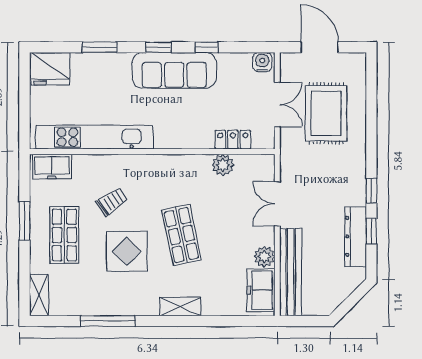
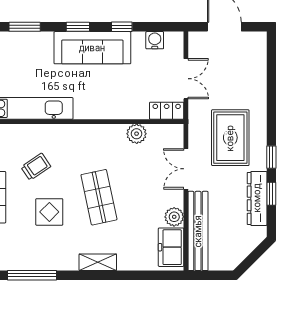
water cooler: (262, 62) -> (155, 40), moved
rug: (326, 113) -> (230, 138), moved
locker: (233, 140) -> (167, 111), moved
display table: (127, 251) -> (49, 212), width x0.73, depth x0.73

